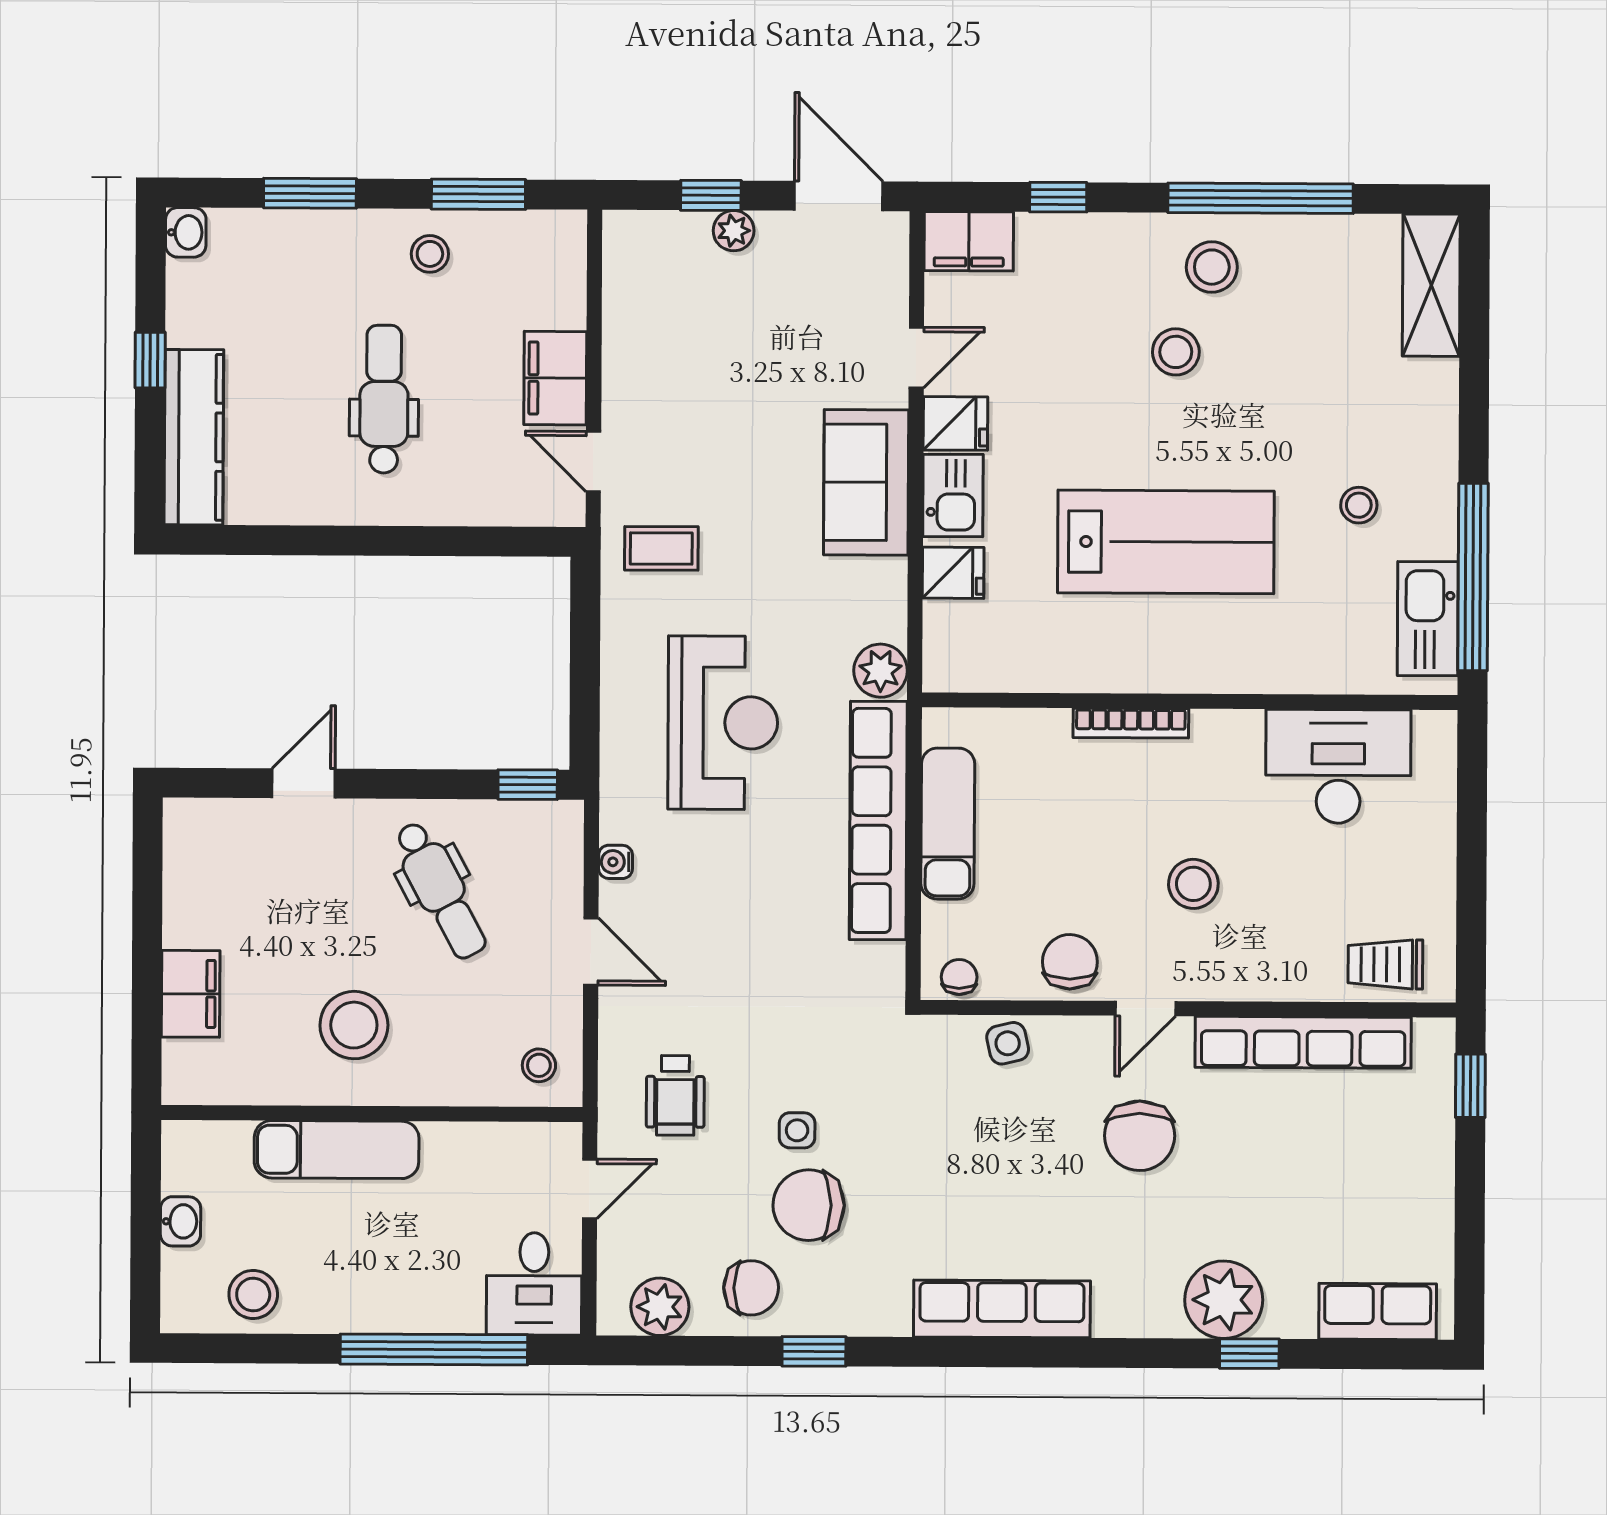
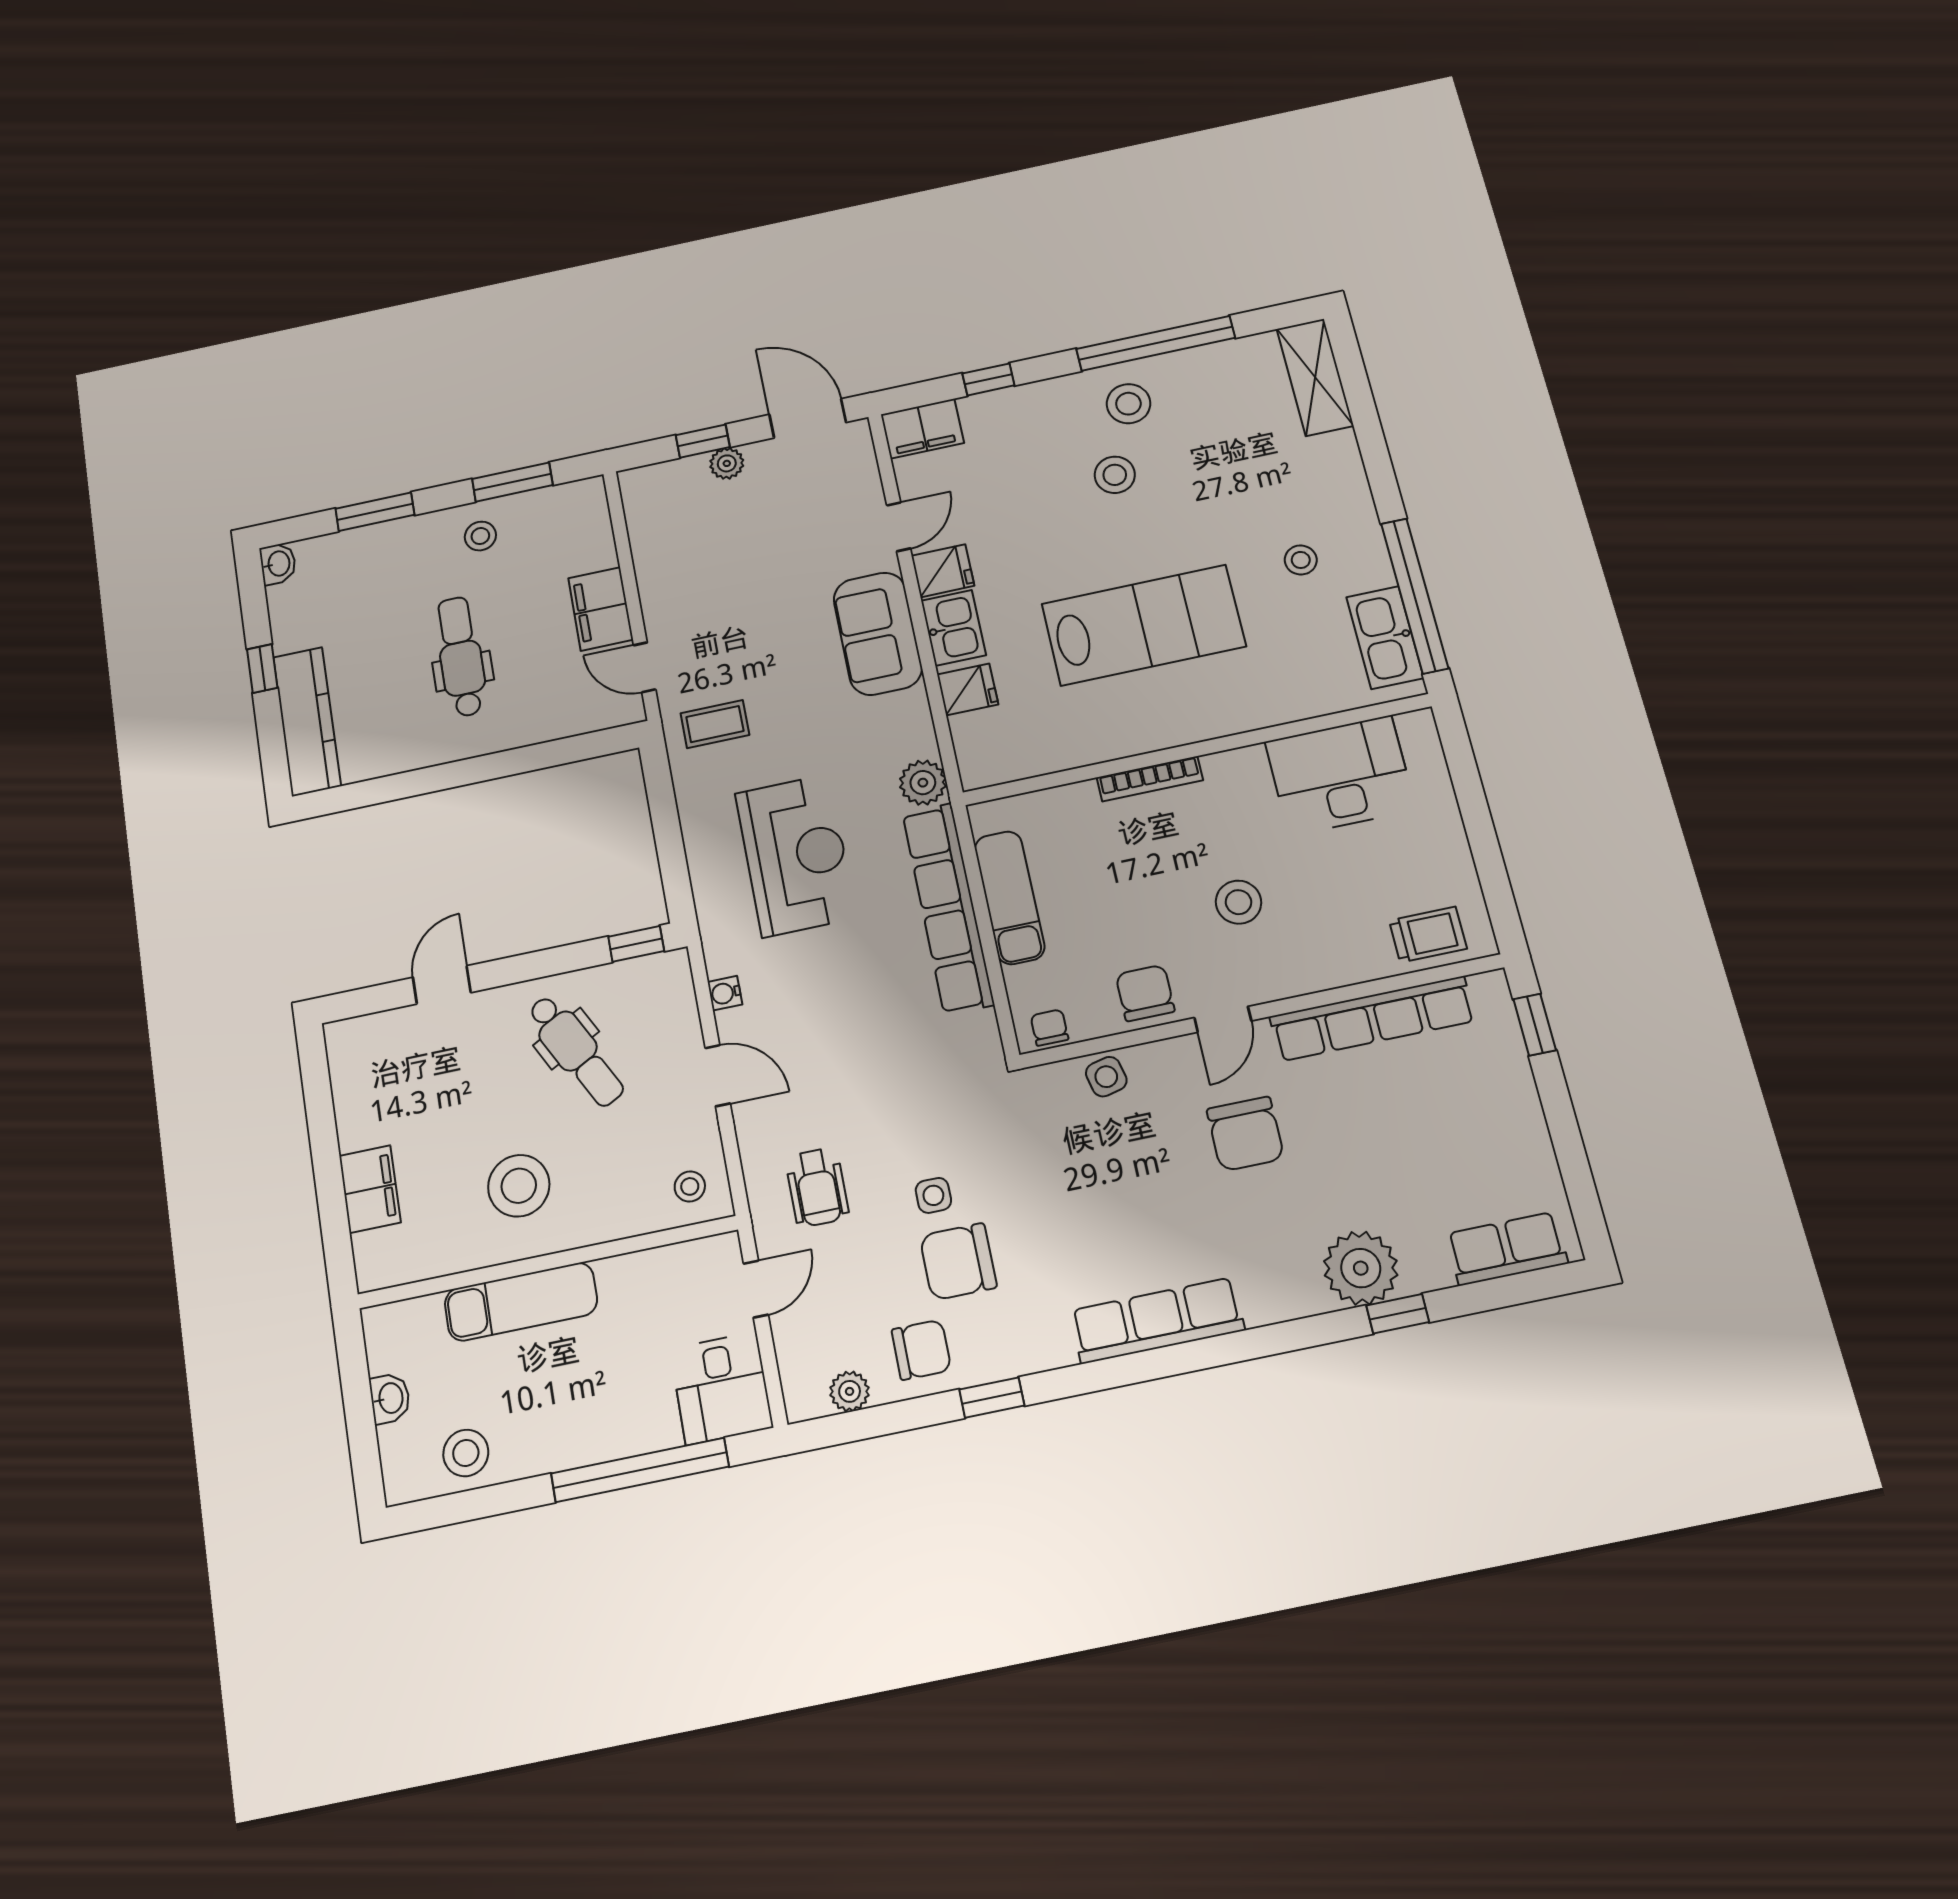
trolley: (1385, 964) -> (1428, 935), turned 180
plant: (660, 1307) -> (850, 1391), width x0.73, depth x0.73

